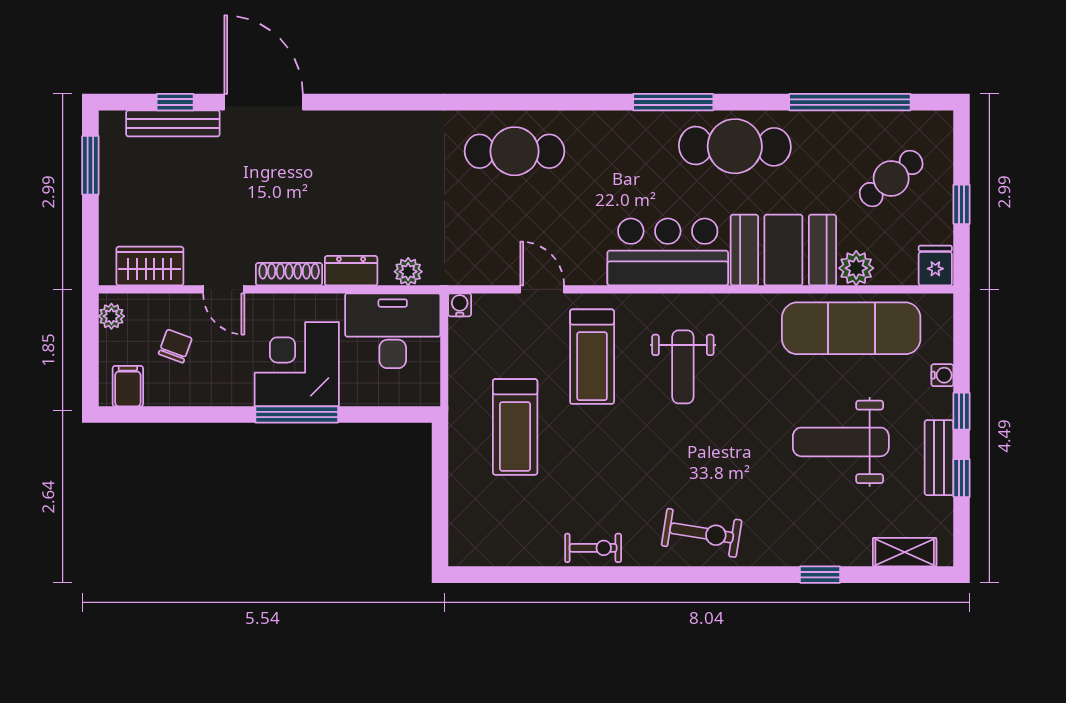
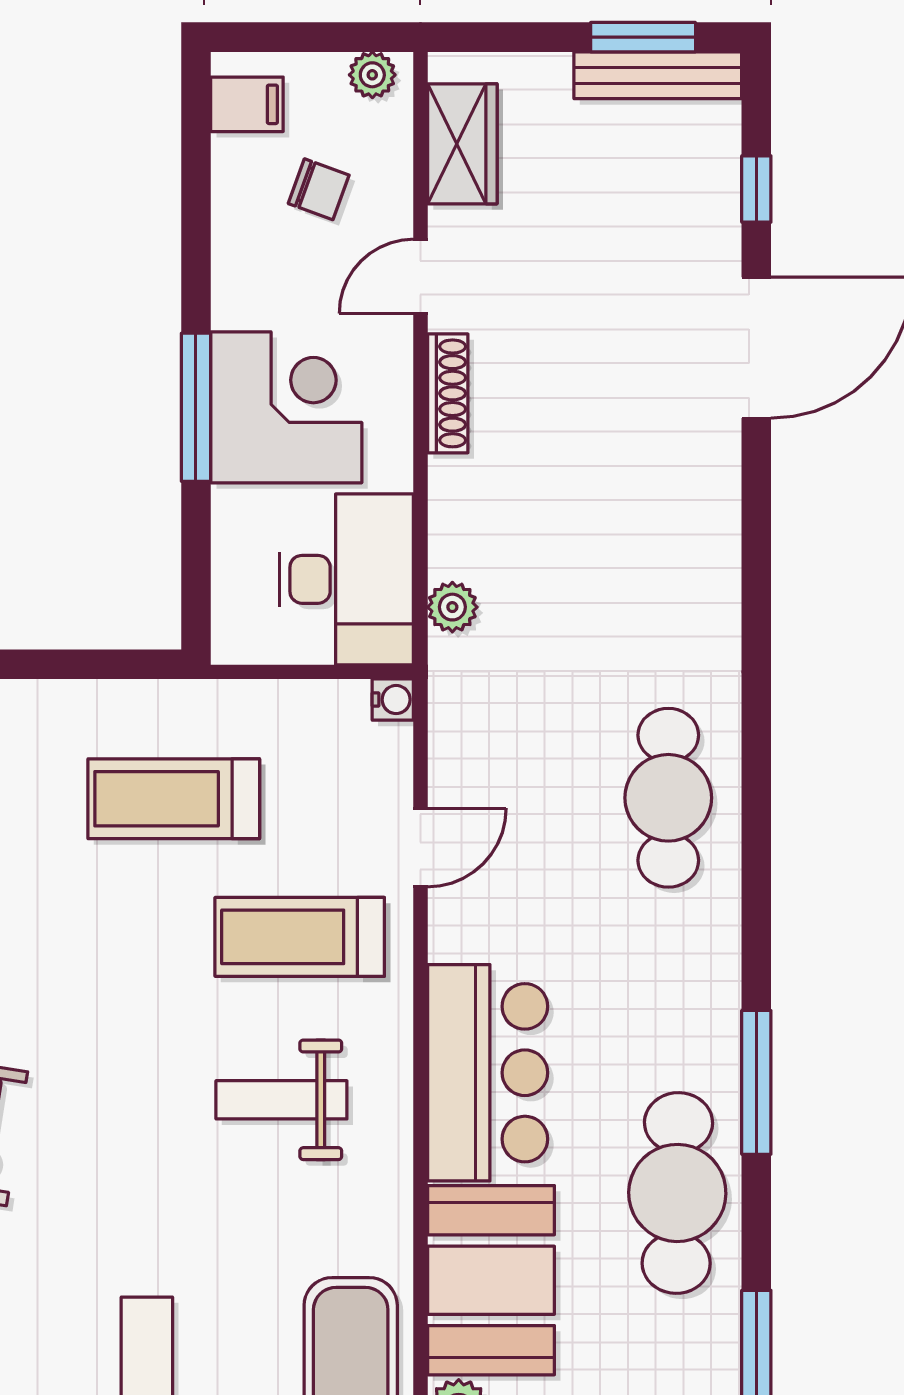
bench: (173, 123) -> (658, 75), moved, turned 90
dresser: (351, 271) -> (454, 505), removed

